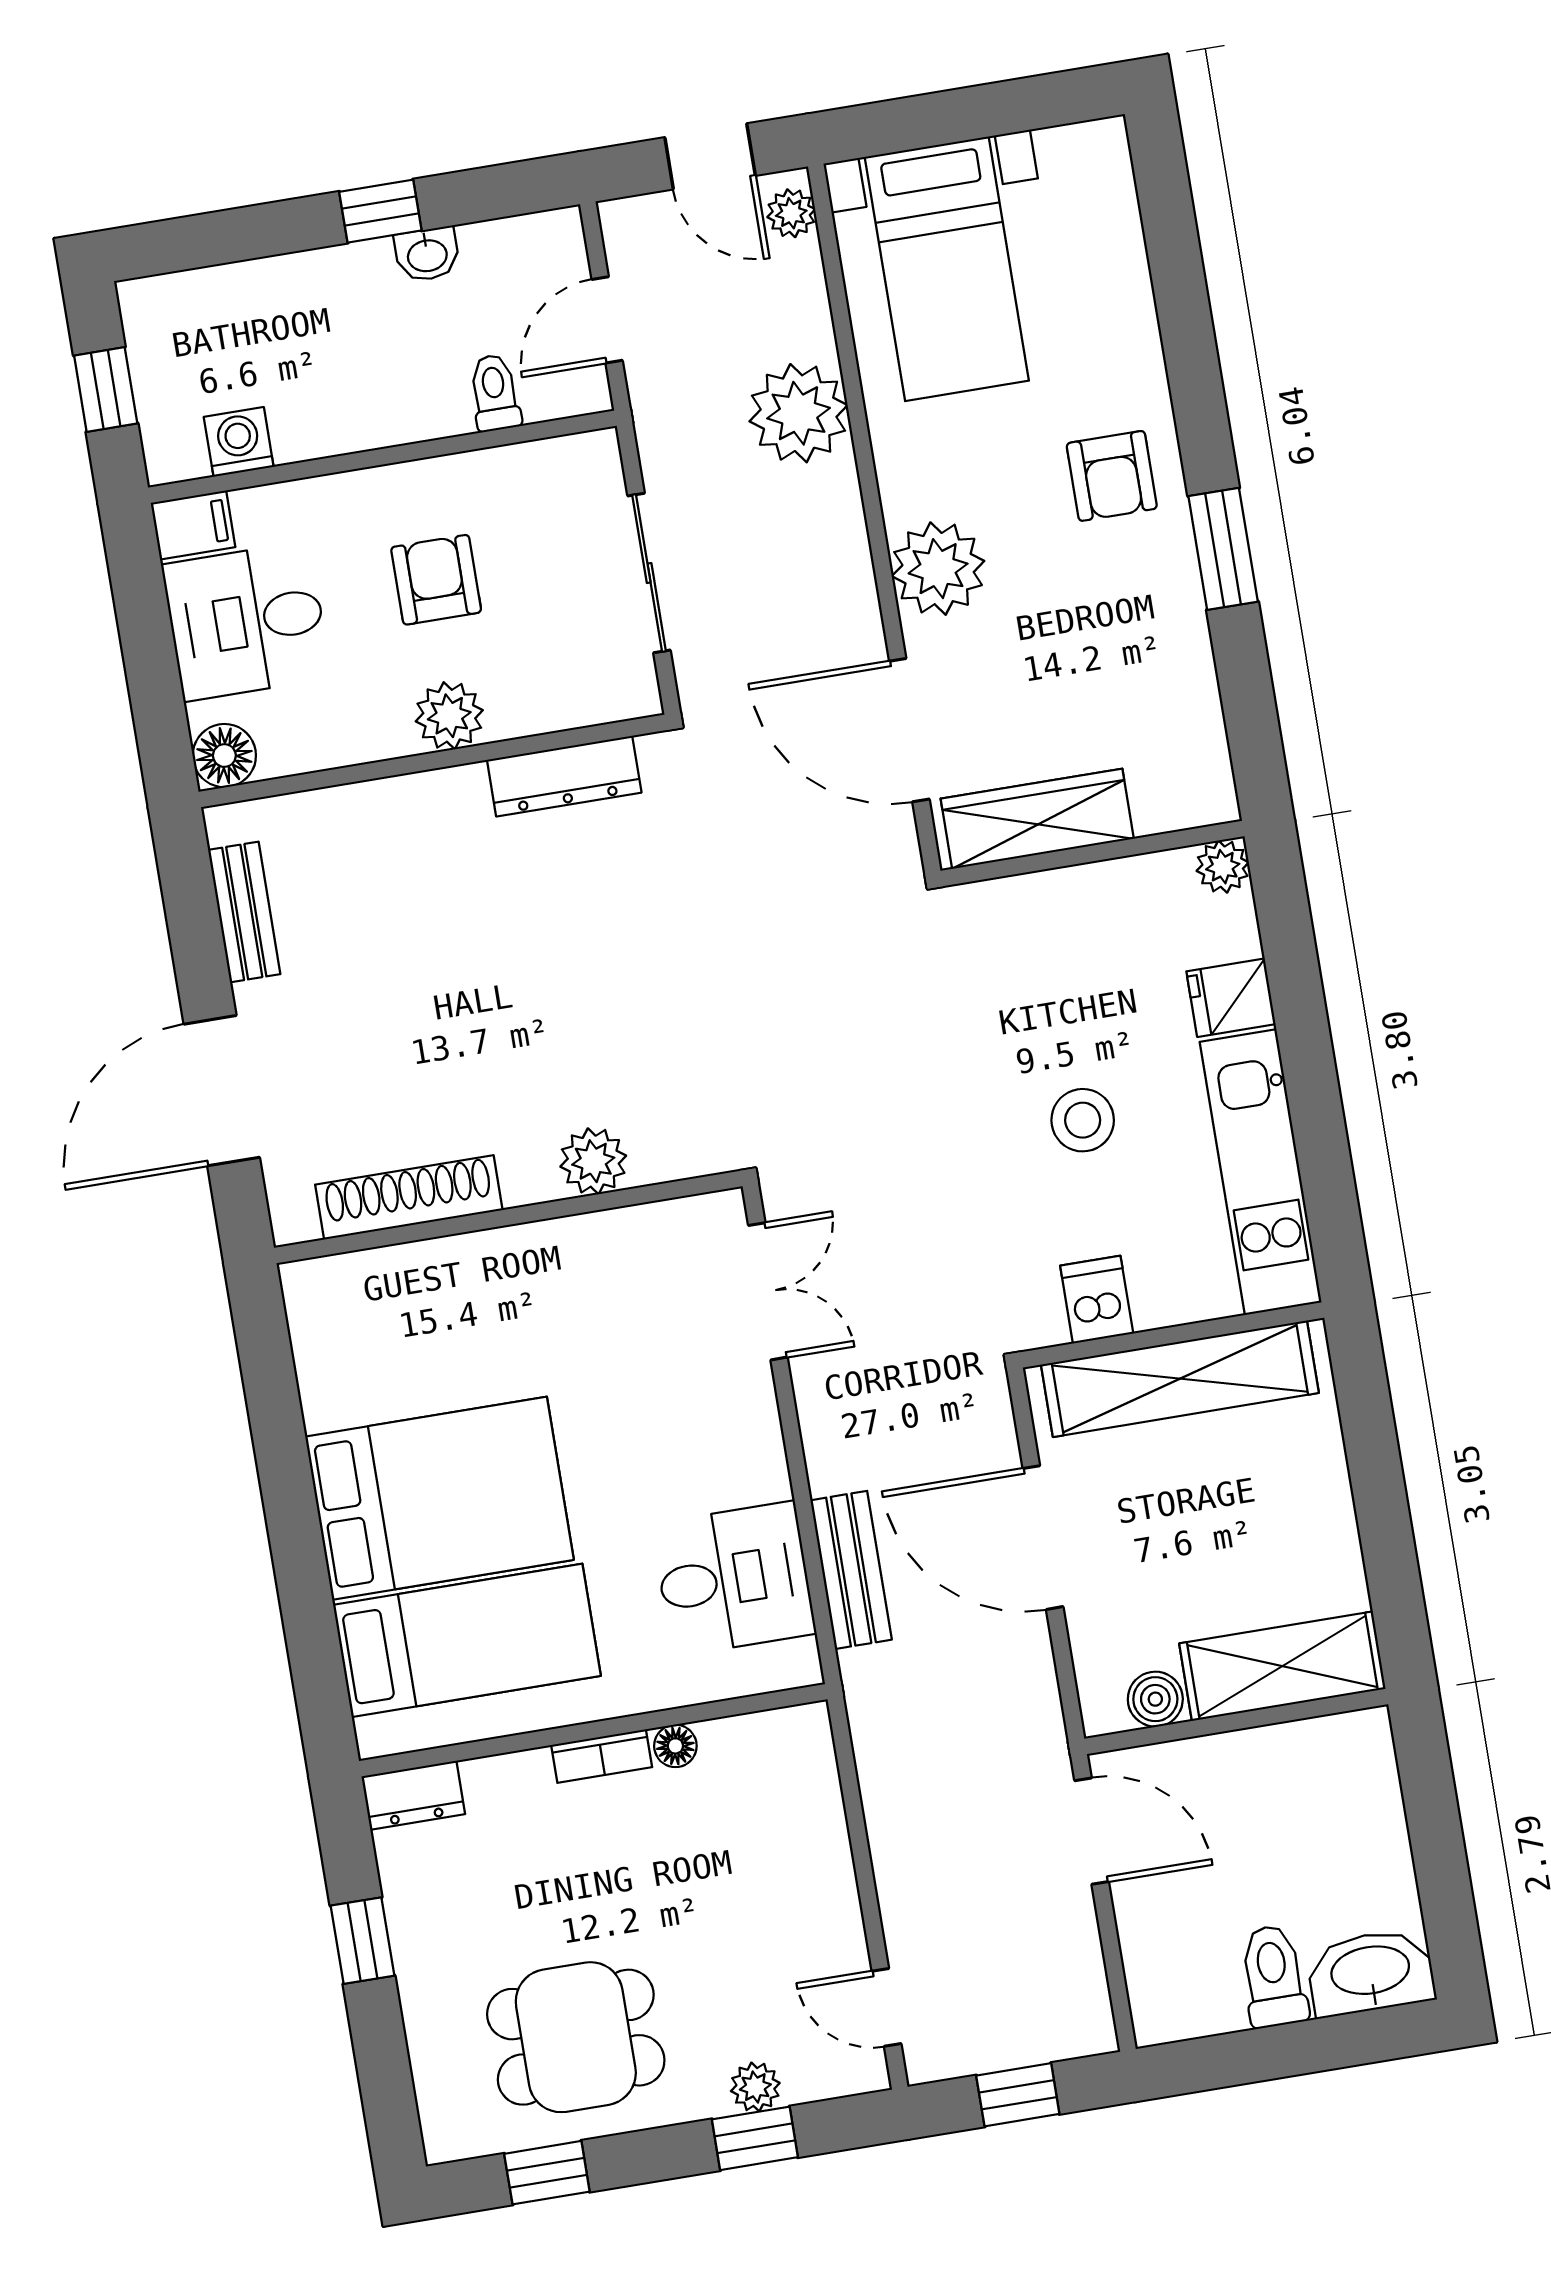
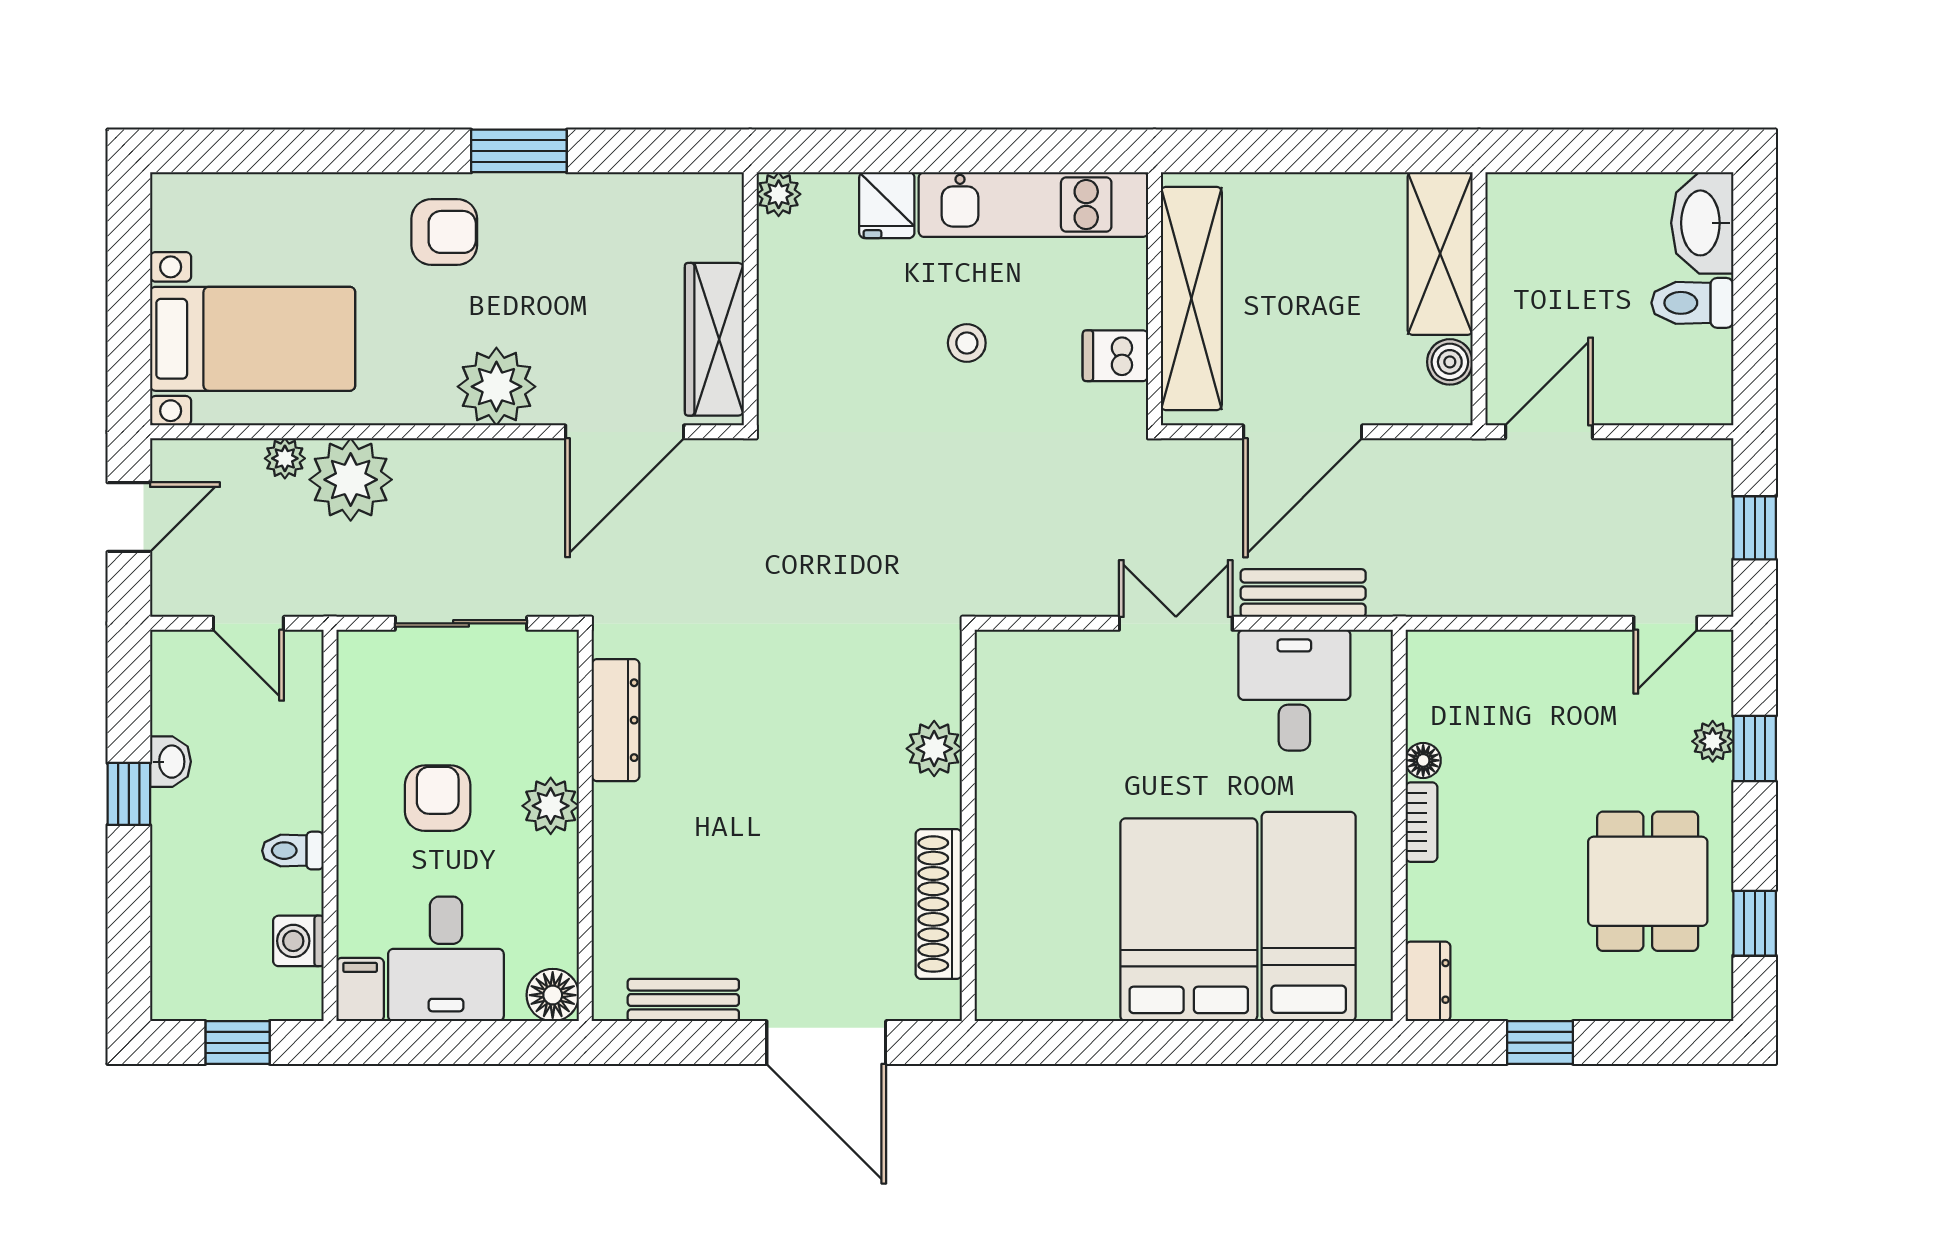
plant: (791, 213) -> (285, 458), moved
toilet: (495, 393) -> (293, 851), moved
armchair: (436, 580) -> (438, 798), turned 90
stool: (1083, 1120) -> (967, 343), width x0.73, depth x0.73
double door: (768, 1291) -> (1176, 623), moved

